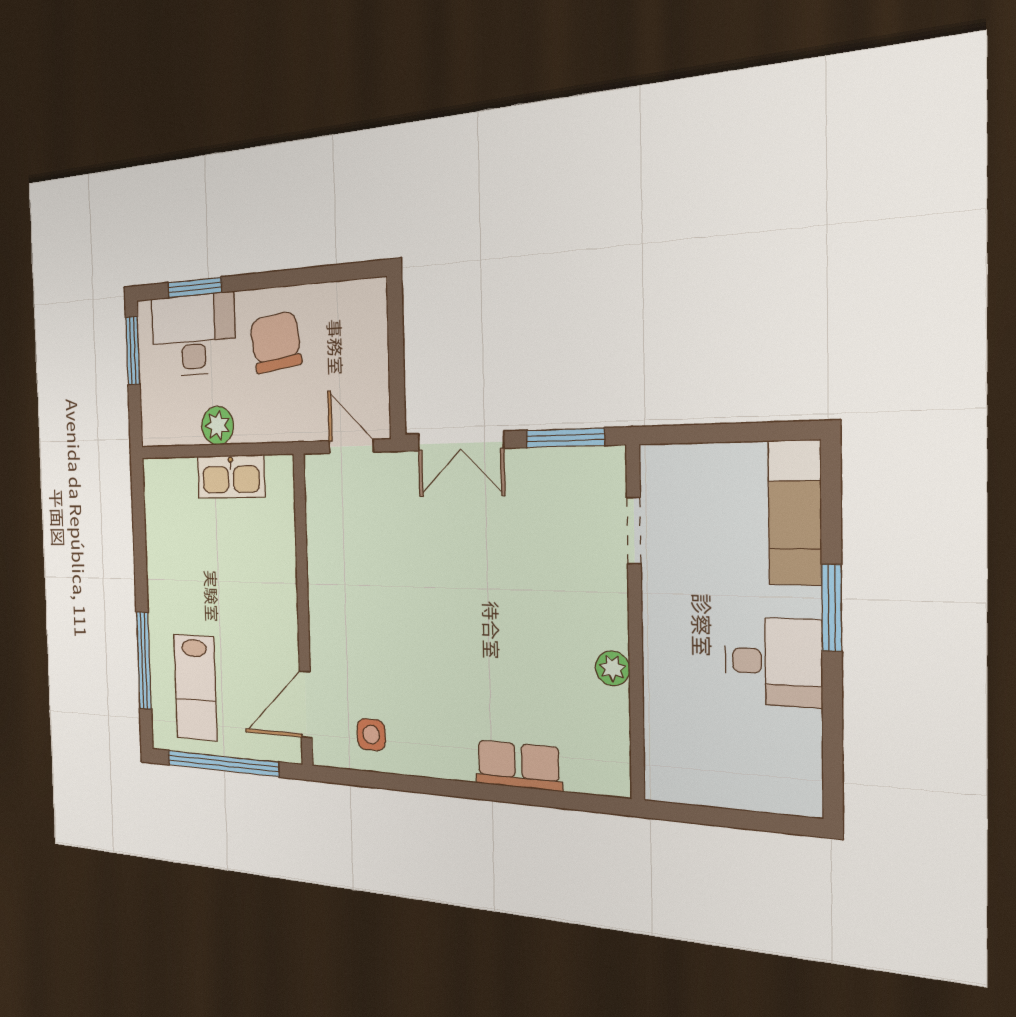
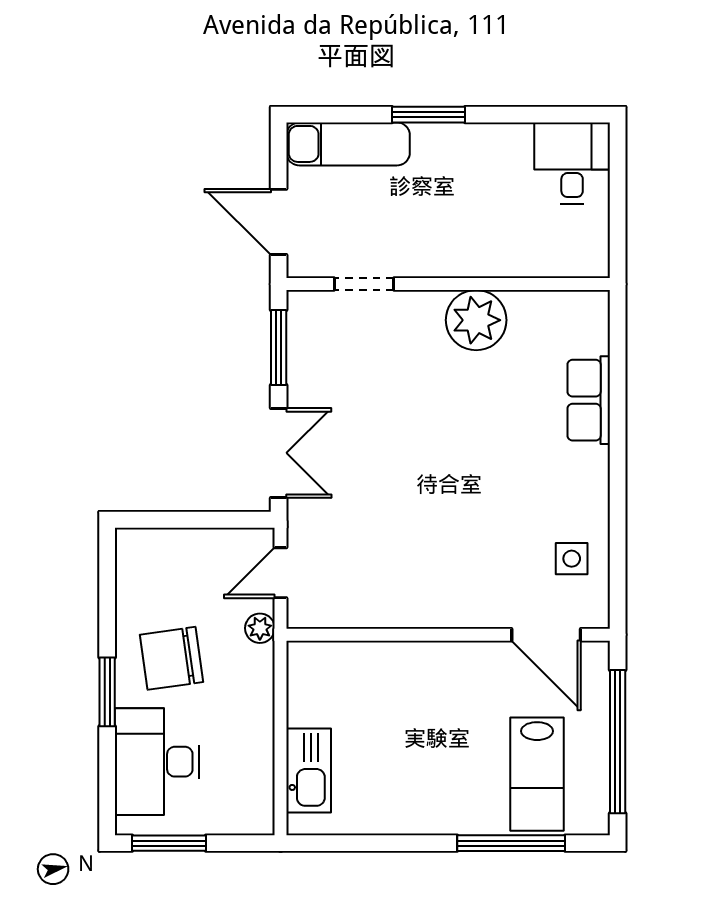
window: (195, 287) -> (107, 692), moved
plant: (218, 426) -> (260, 628), moved, width x0.73, depth x0.73
door: (702, 434) -> (279, 222), added
kitchen sink: (231, 477) -> (309, 771), moved
desk: (773, 662) -> (572, 163), moved
plant: (612, 668) -> (476, 320), width x1.87, depth x1.87
lab bench: (195, 687) -> (537, 774), turned 90

